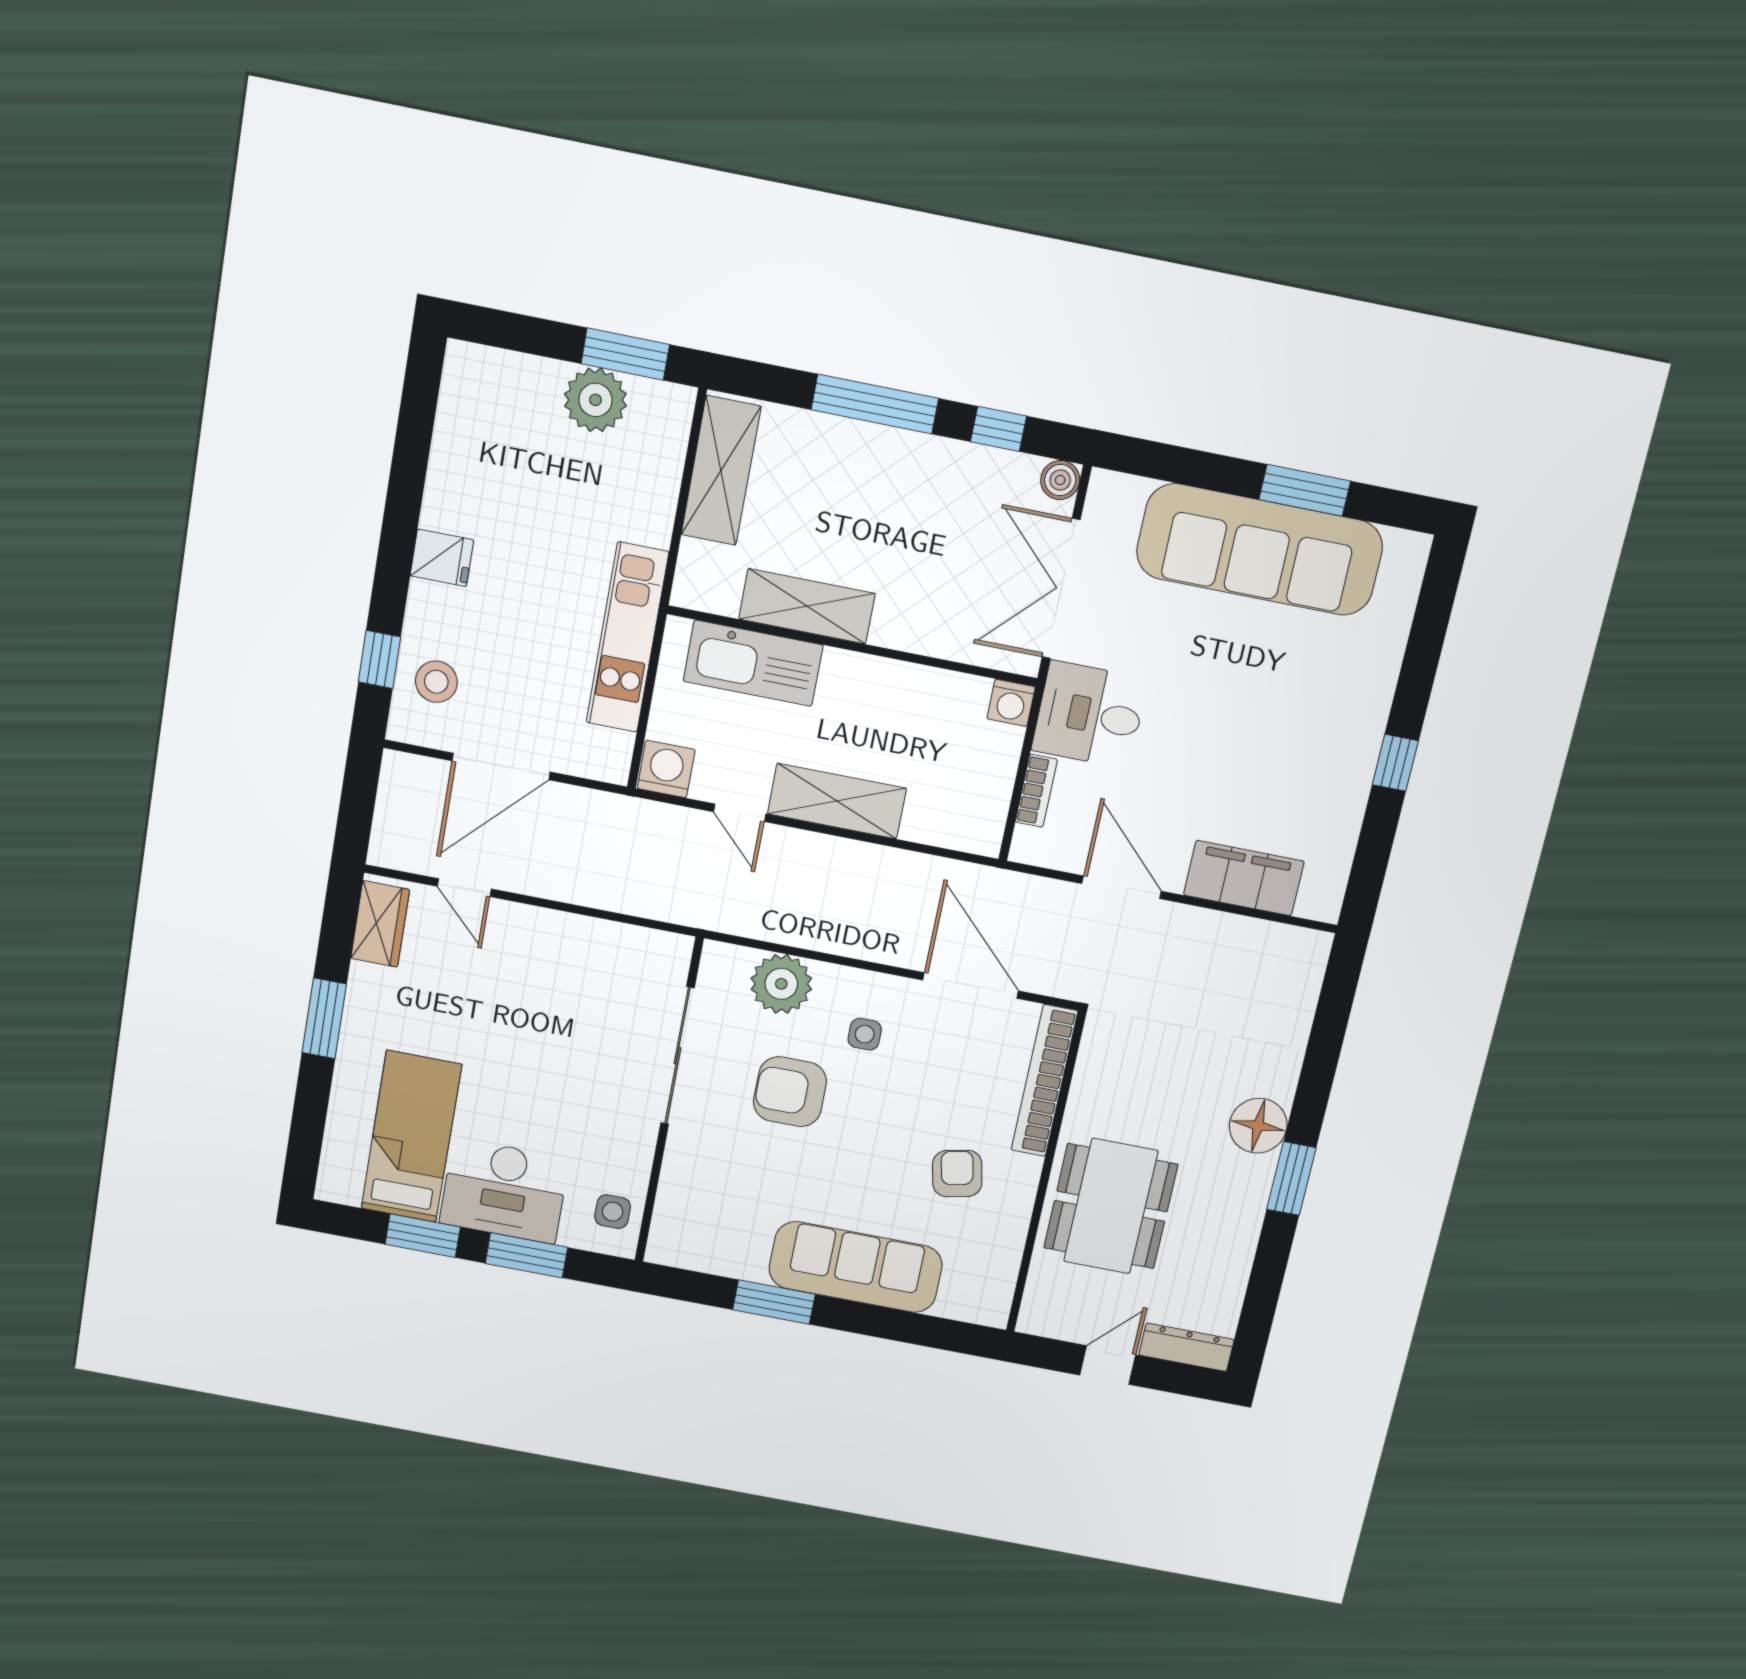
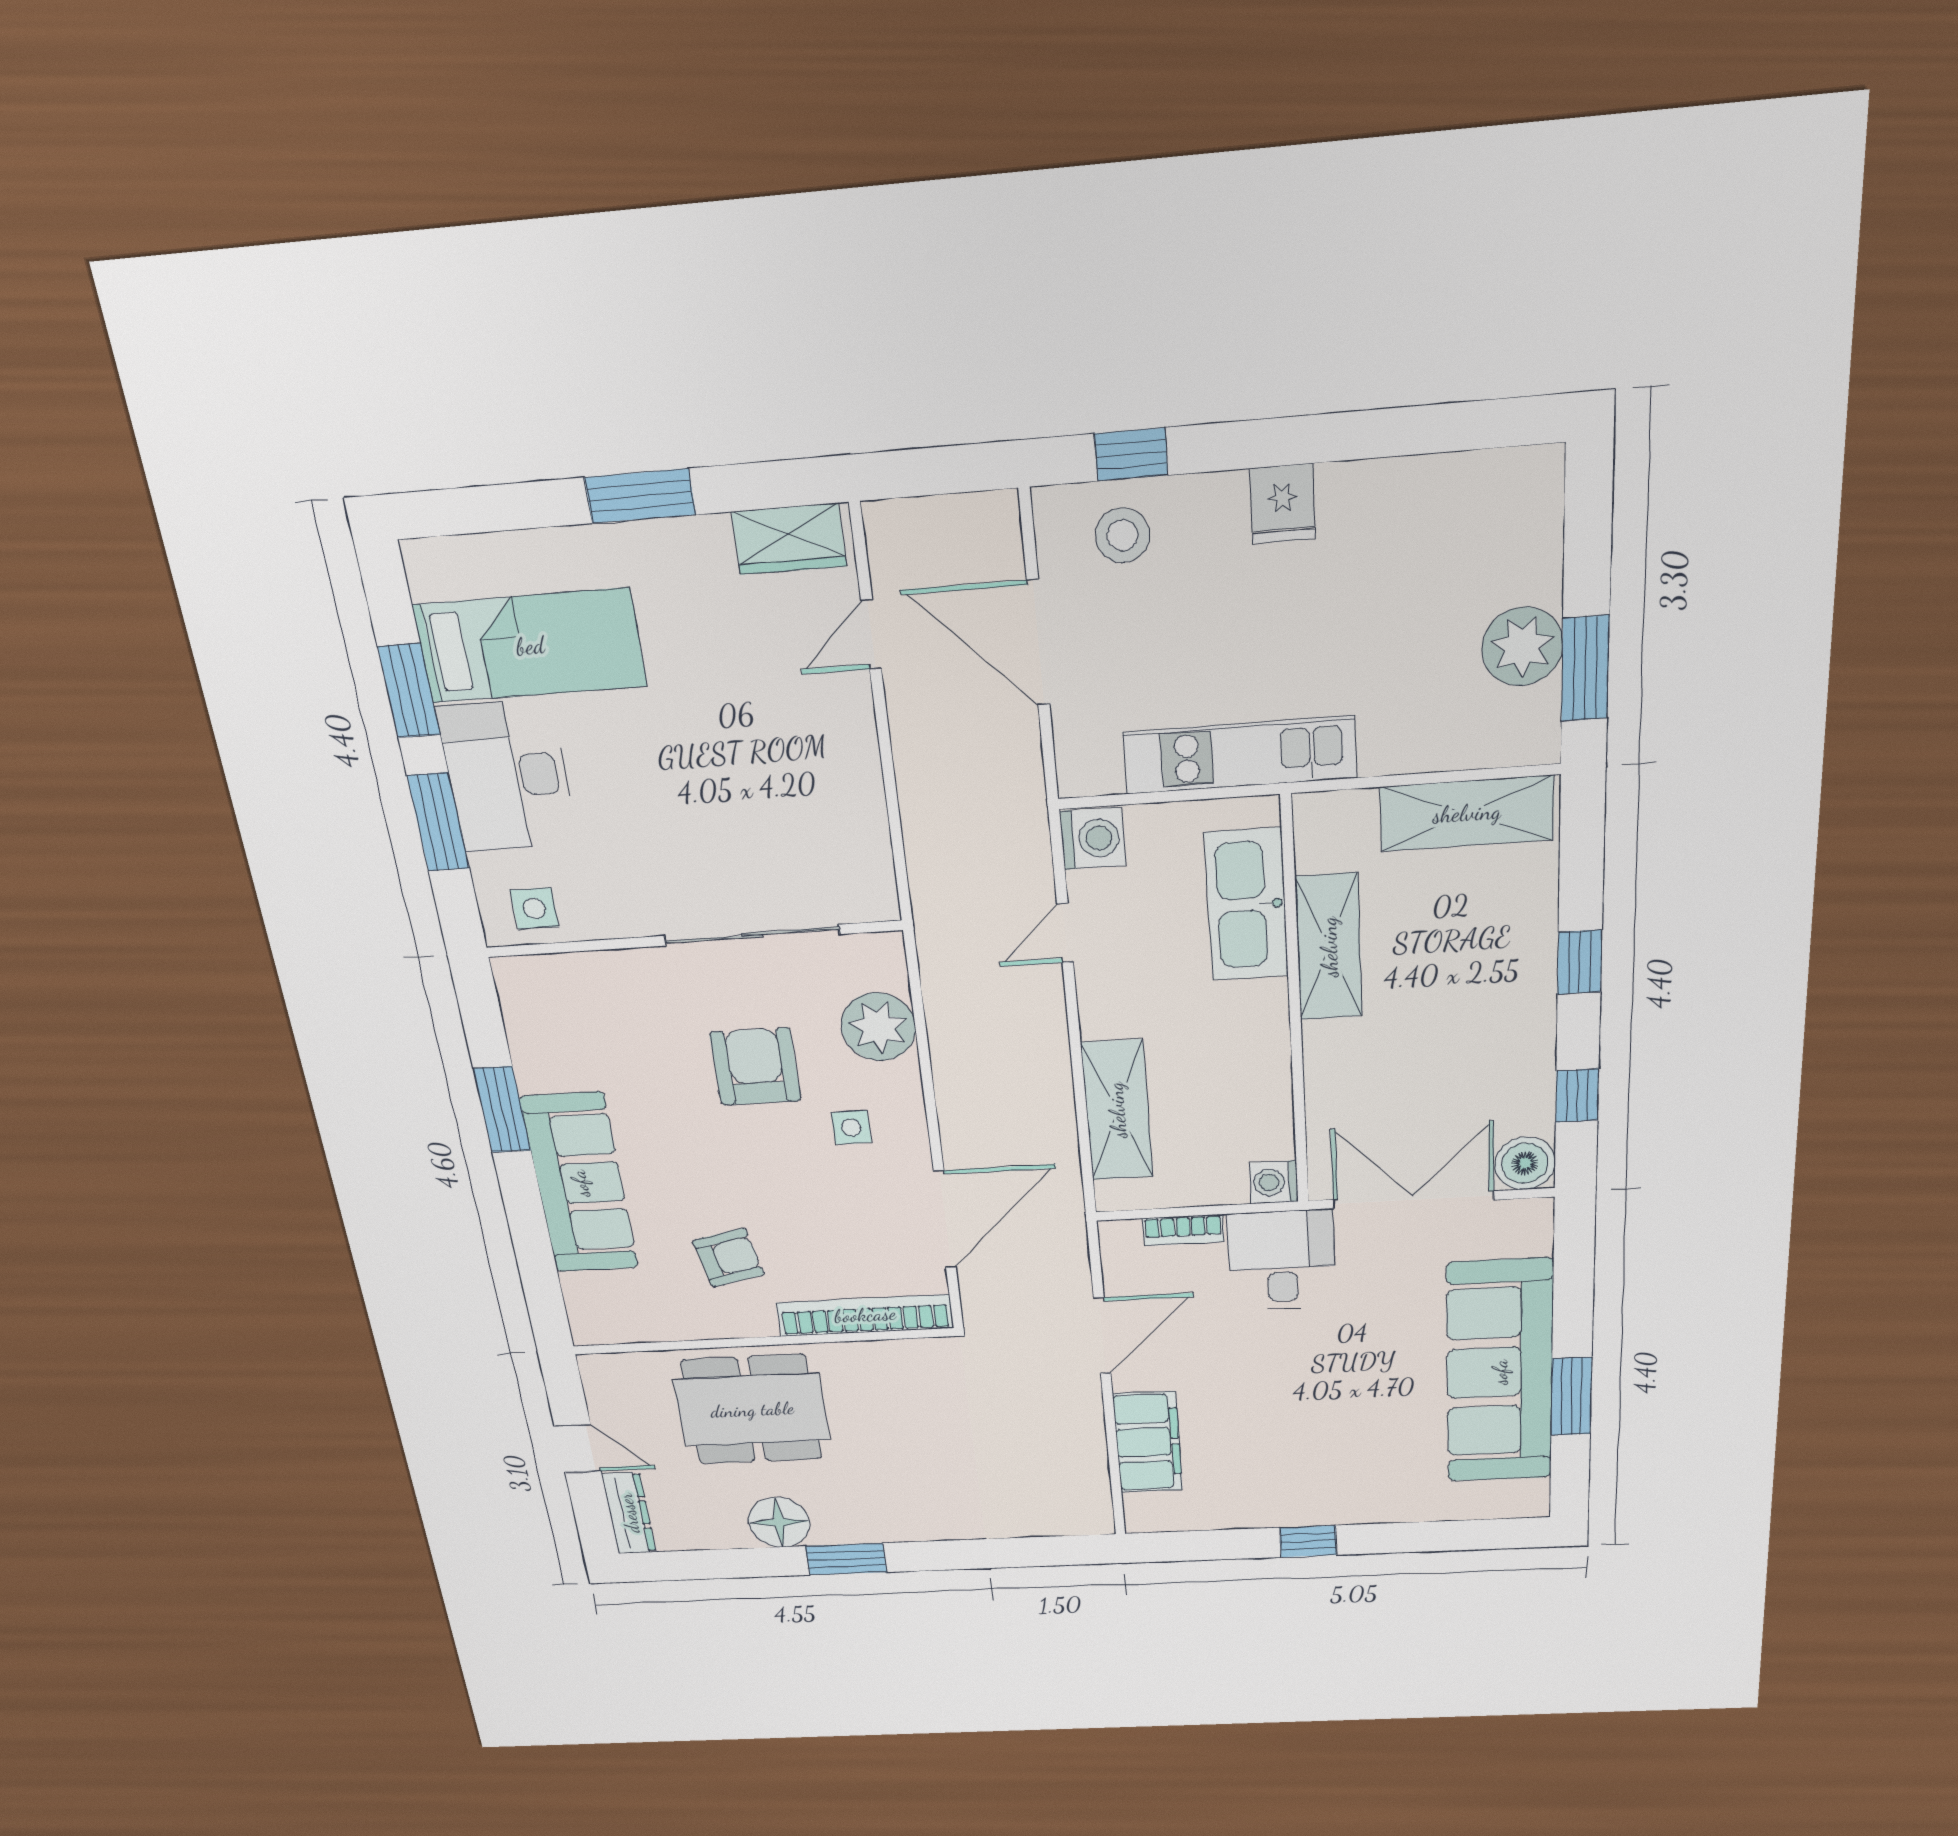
window: (875, 404) -> (1580, 962), width x0.46
boiler: (1060, 480) -> (1525, 1163), width x1.36, depth x1.36
shelving: (837, 801) -> (1117, 1110), moved
floor lamp: (1258, 1126) -> (779, 1522), moved

